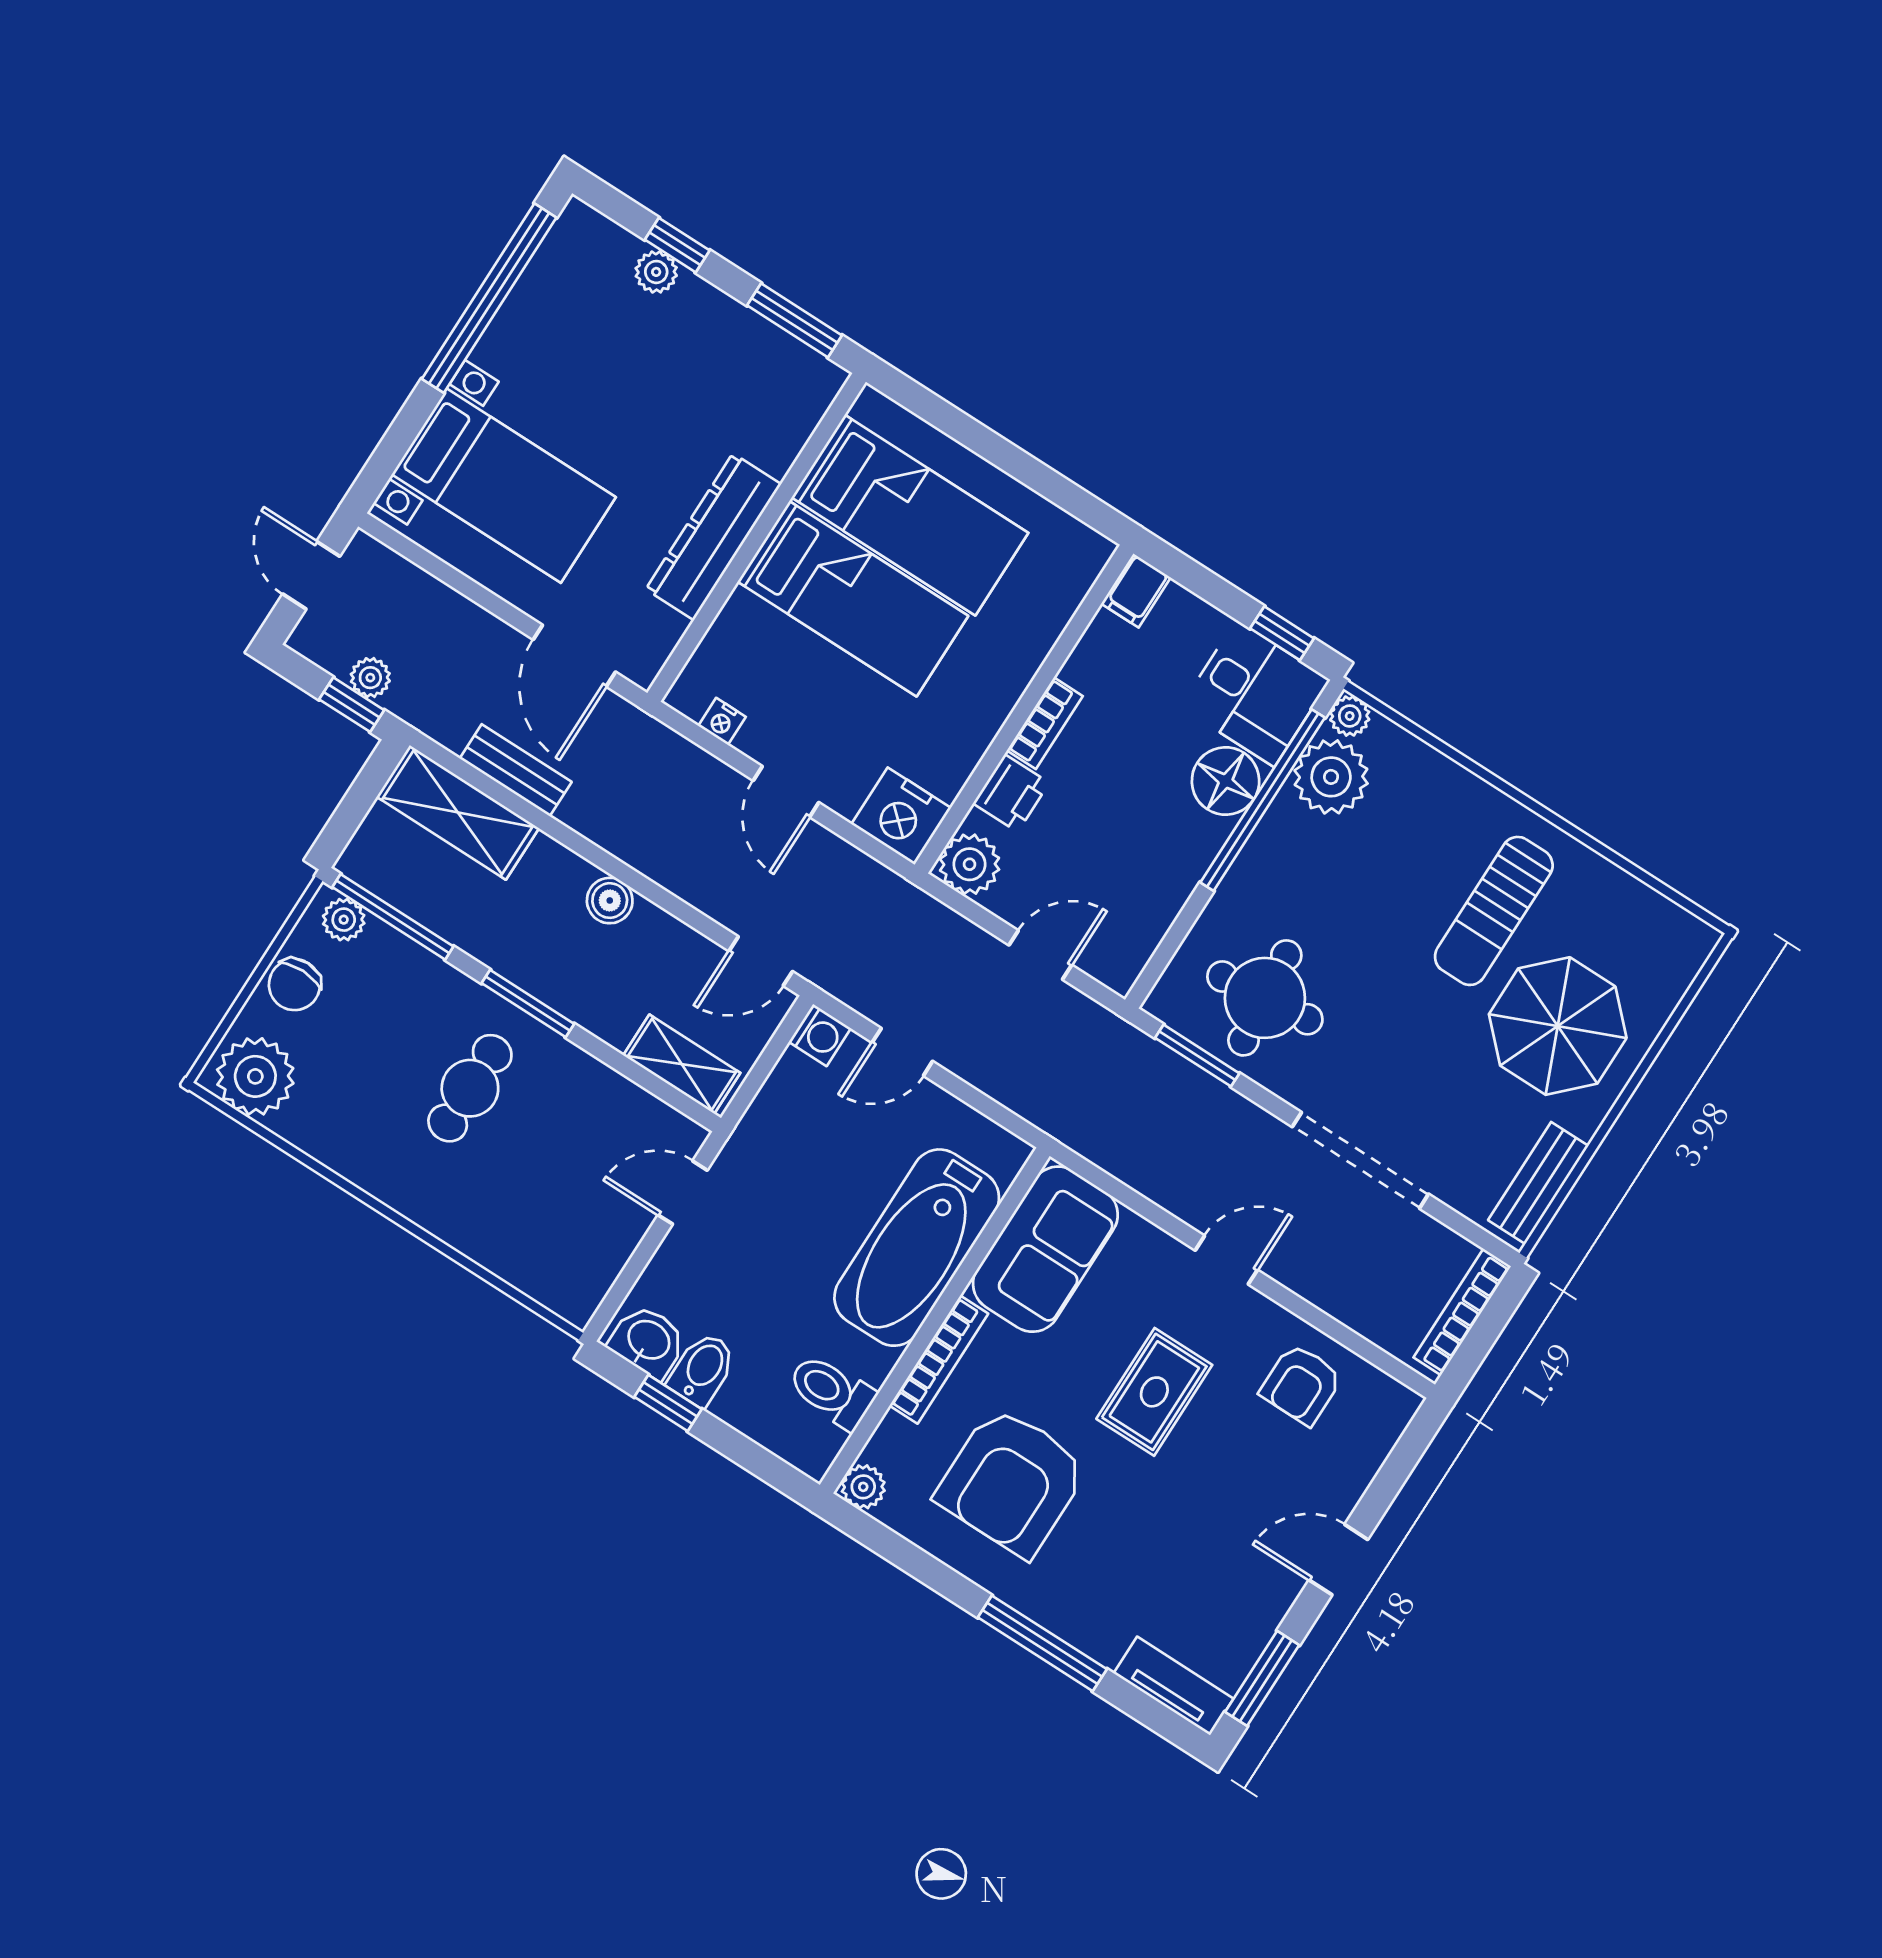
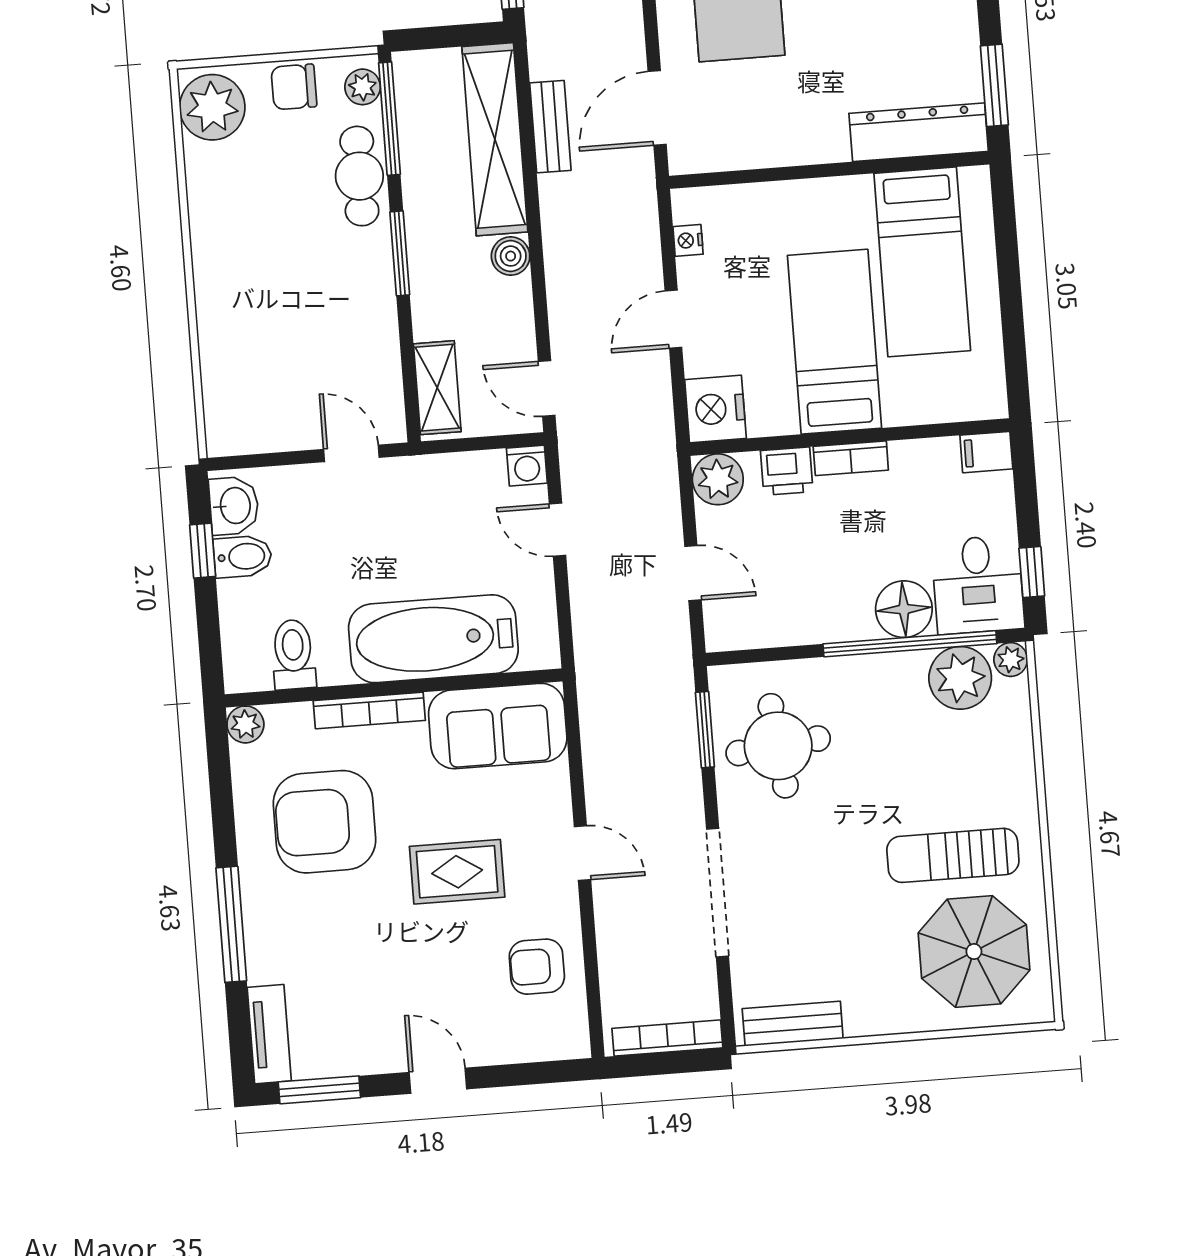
dresser: (713, 537) -> (919, 132), moved
bed: (853, 599) -> (834, 342), moved, turned 180
shelving: (458, 812) -> (495, 139), width x1.47
parasol: (1558, 1026) -> (974, 952), moved
cafe table: (470, 1088) -> (359, 176), moved, turned 90

